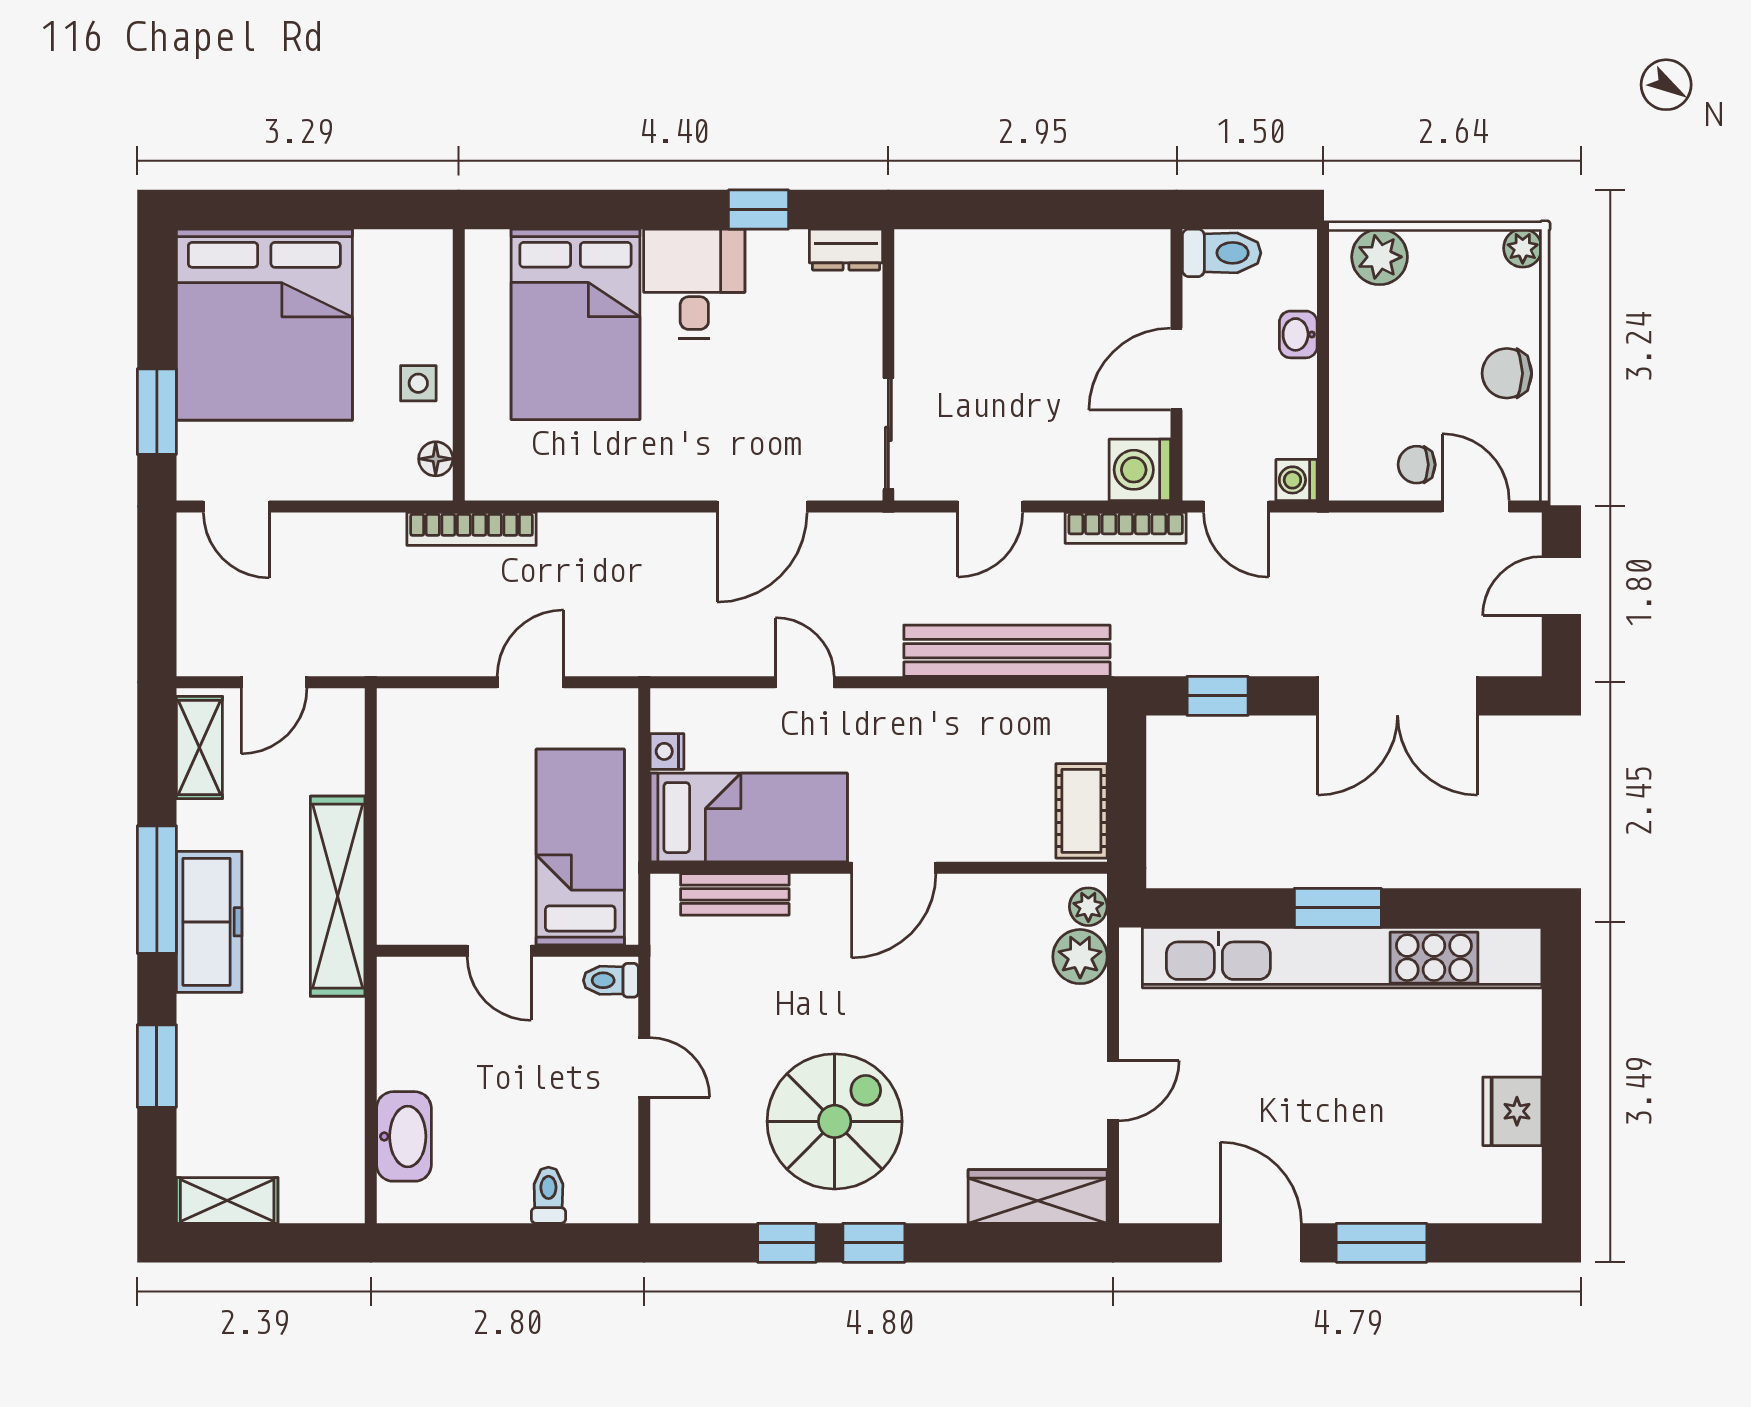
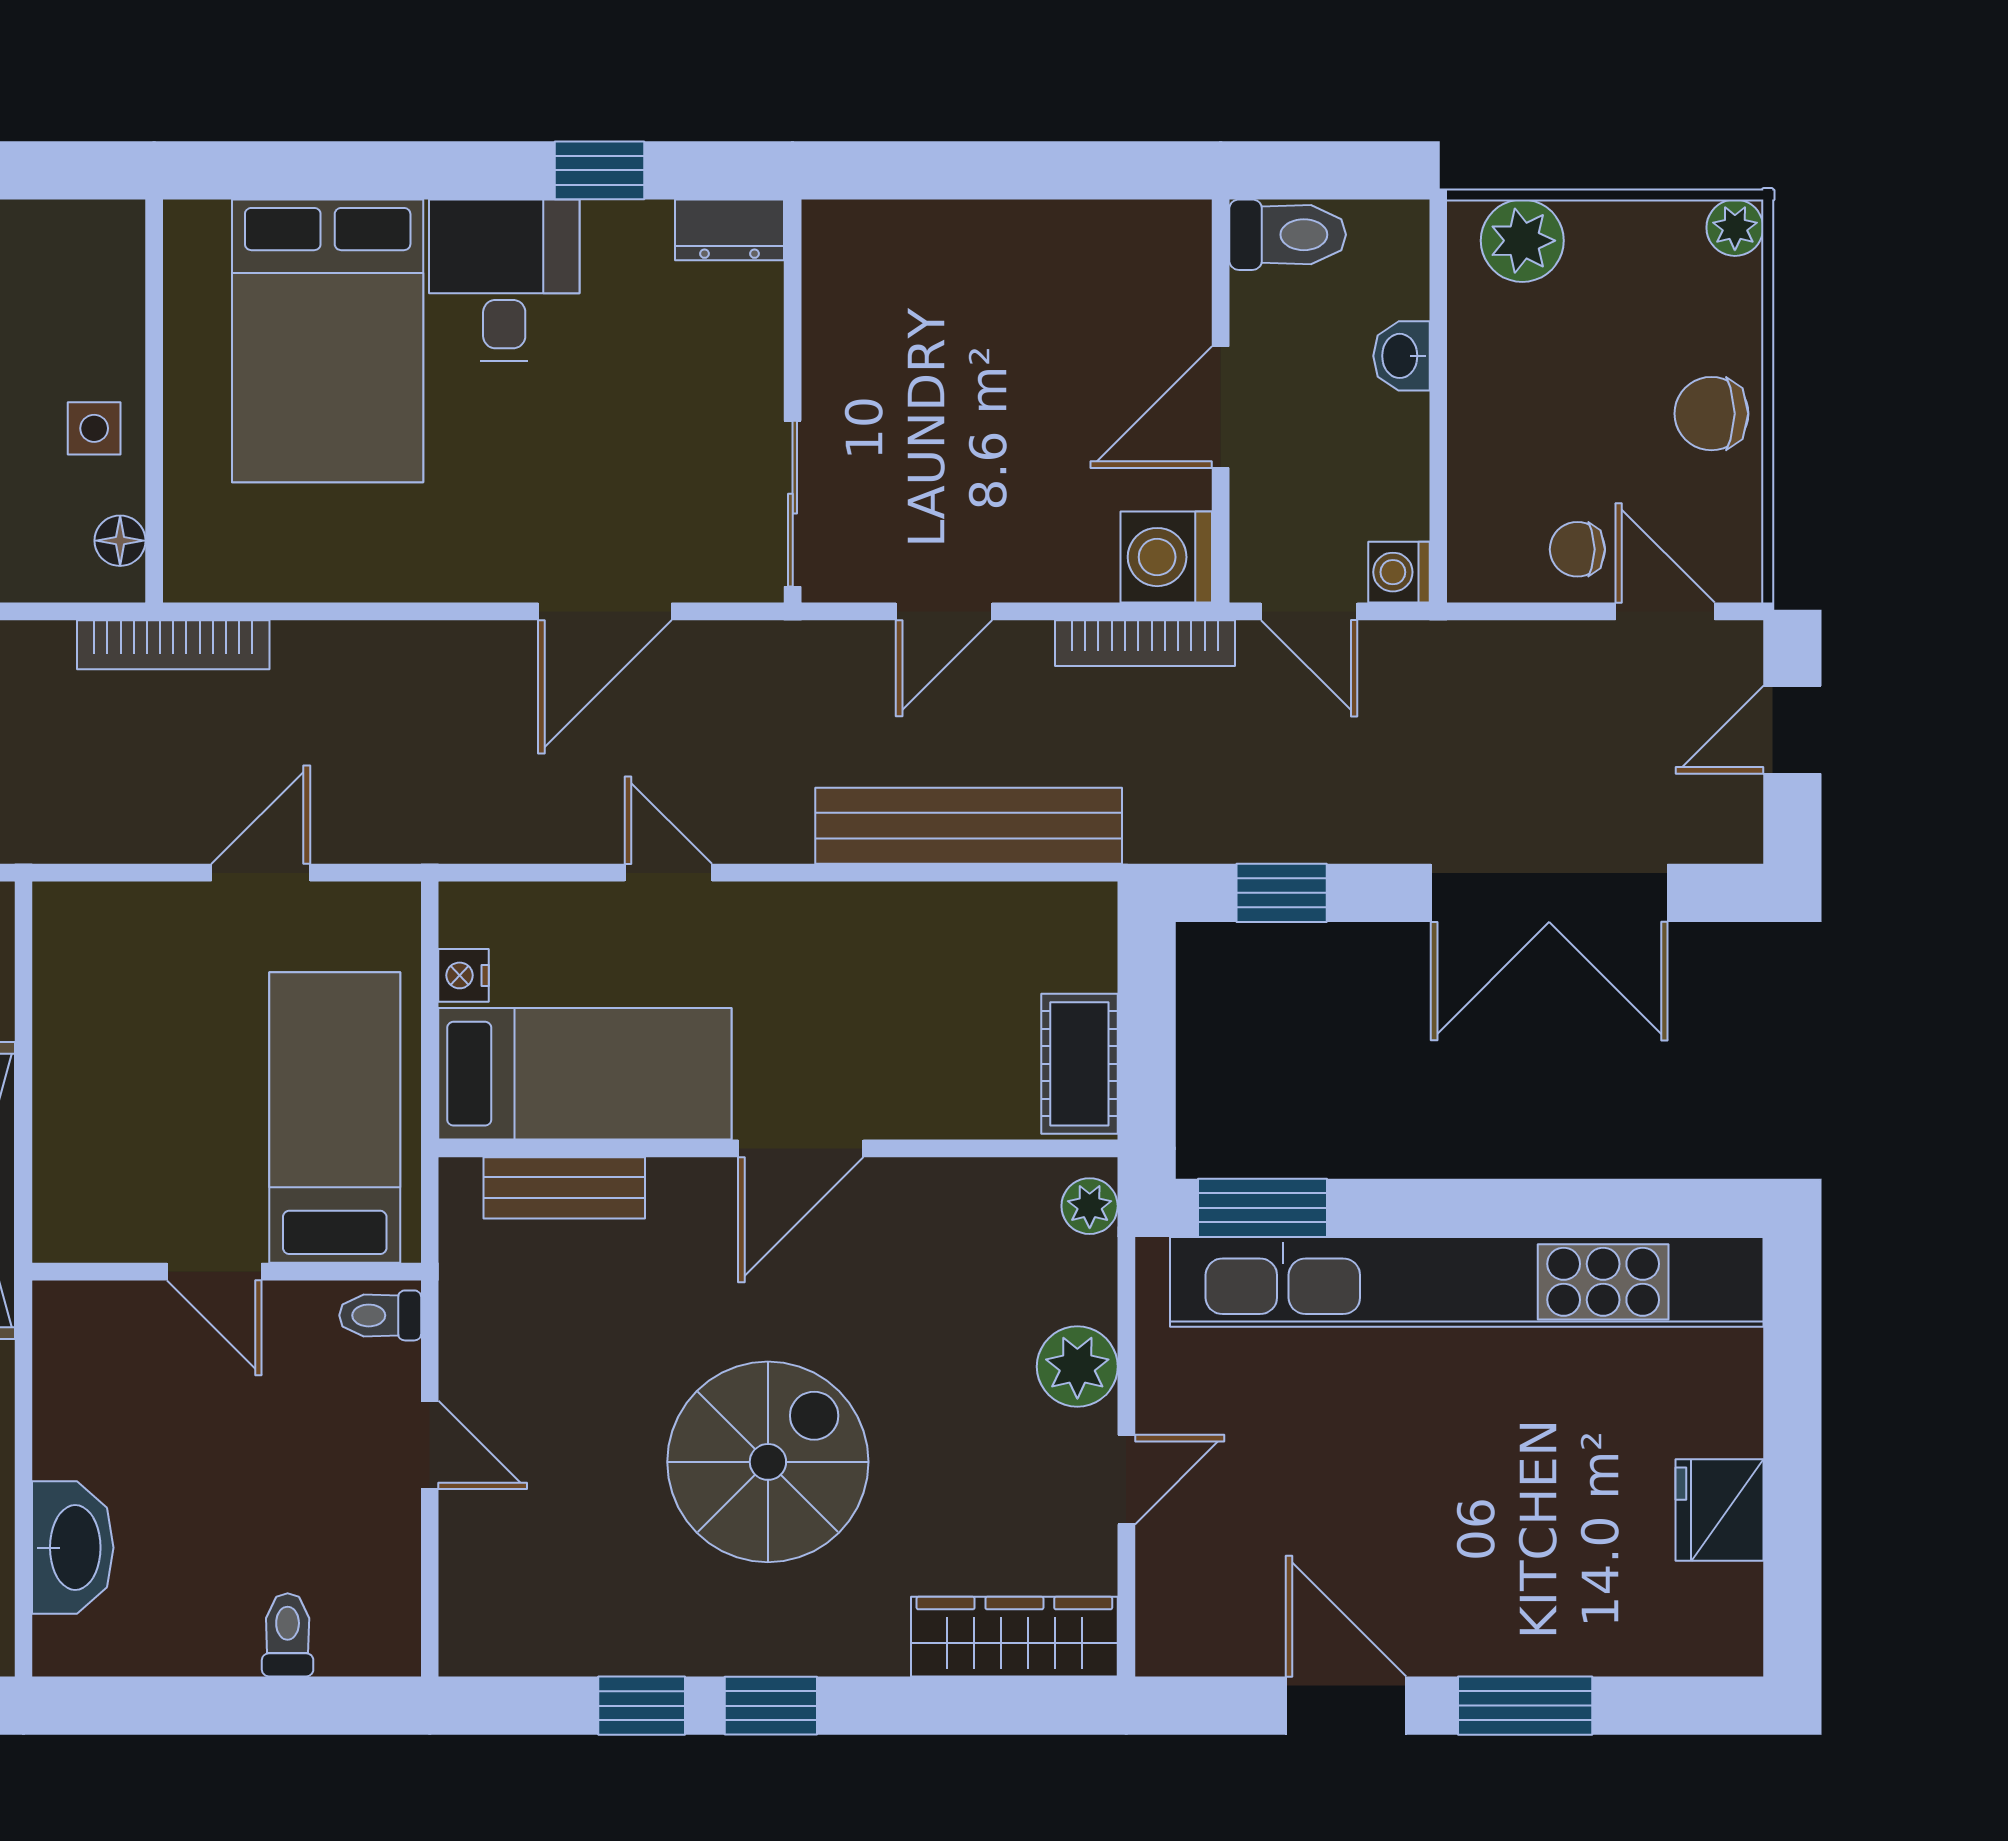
window: (1338, 908) -> (1262, 1208), moved
plant: (1080, 957) -> (1077, 1367), moved
spiral stairs: (835, 1121) -> (768, 1462), moved

